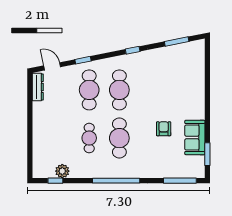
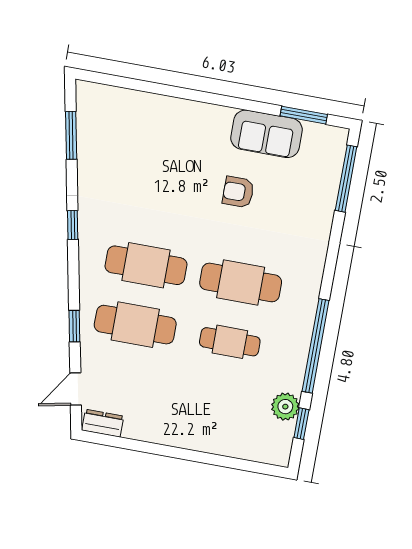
dresser: (38, 87) -> (103, 423), width x0.70
window: (116, 181) -> (316, 346), moved

